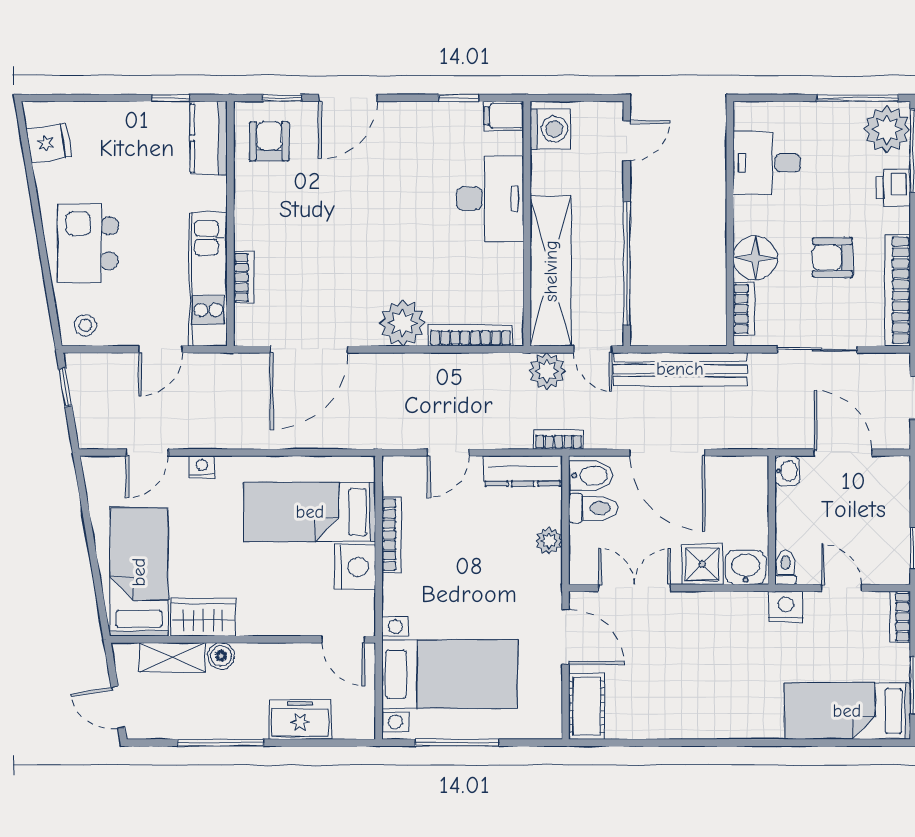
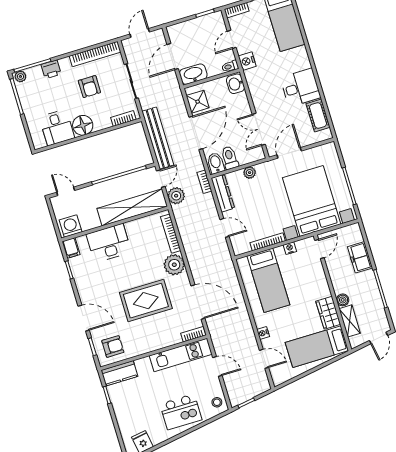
plant: (887, 129) -> (20, 76), width x0.53, depth x0.53
armchair: (269, 141) -> (113, 346), turned 180
rug: (345, 240) -> (146, 301), added
floor lamp: (755, 258) -> (83, 125), moved
bookcase: (244, 277) -> (193, 334), moved
washbasin: (787, 471) -> (193, 74), width x1.91, depth x1.45
shower: (702, 564) -> (198, 102), moved
nightstand: (355, 567) -> (290, 248), width x0.53, depth x0.56
bed with nightstands: (450, 674) -> (312, 201), width x1.36
desk: (696, 702) -> (300, 88), added
cot: (587, 706) -> (318, 115), moved, turned 90

